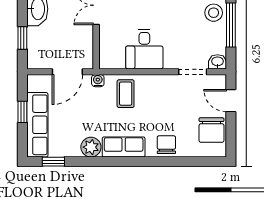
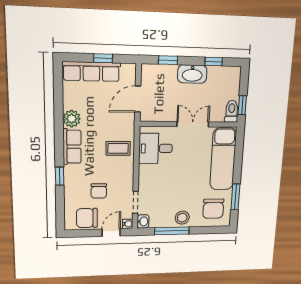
desk: (144, 49) -> (156, 148), moved
door: (67, 72) -> (138, 99), hinge flipped
water cooler: (98, 81) -> (128, 224), moved
chair: (166, 145) -> (99, 191), moved, turned 90
window: (53, 162) -> (60, 176), moved

